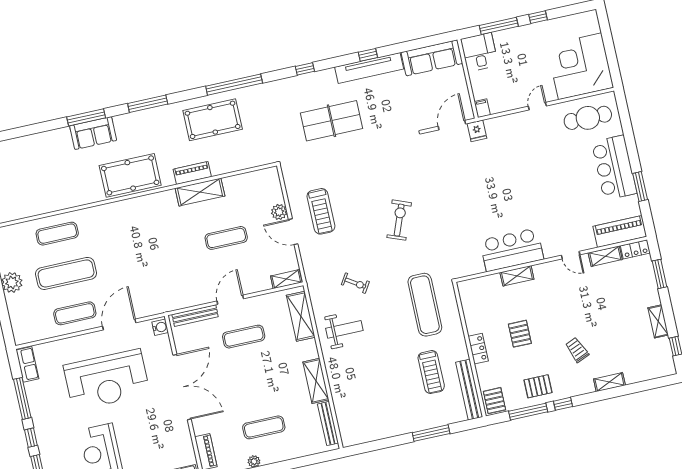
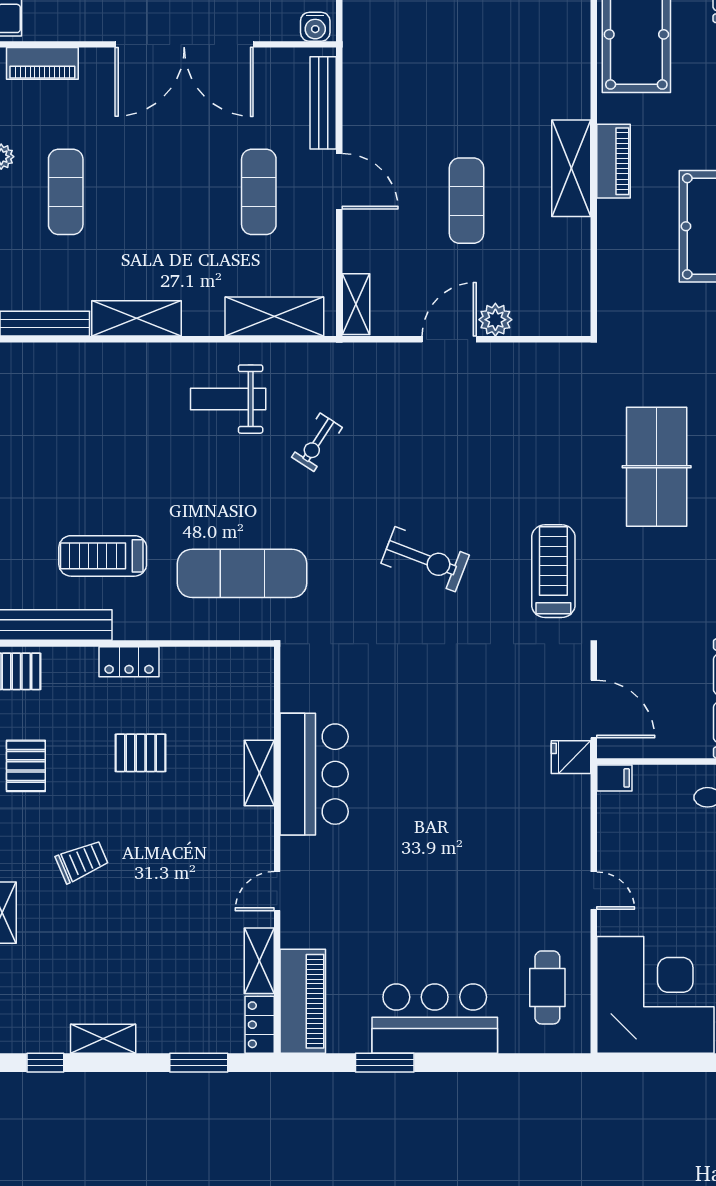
cafe table: (588, 118) -> (547, 987), width x0.73, depth x0.74
treadmill: (321, 211) -> (553, 571), moved, turned 90
weight bench: (344, 329) -> (228, 399), turned 90

